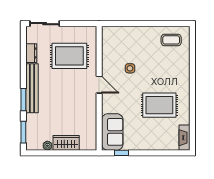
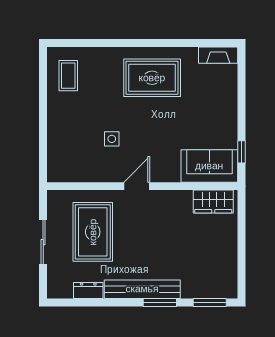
sliding door: (45, 24) -> (43, 242), moved
rug: (159, 105) -> (152, 78), moved, turned 90
wardrobe: (66, 143) -> (213, 201), moved, turned -90
plant: (47, 146) -> (231, 266), removed

